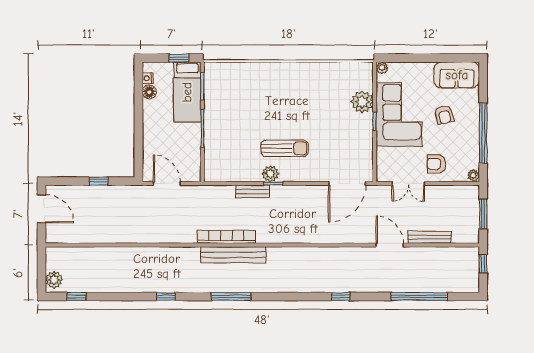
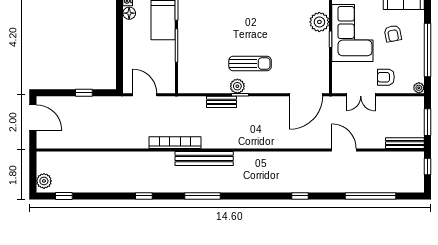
bookcase: (226, 237) -> (175, 143), moved
bench: (429, 237) -> (405, 143), moved

